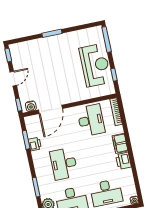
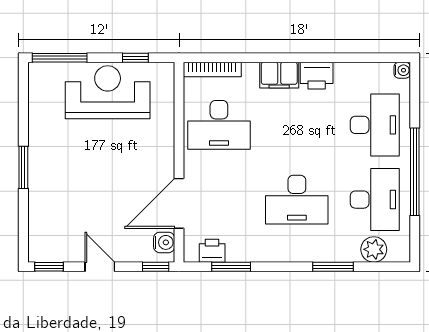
door: (50, 109) -> (179, 203), swing flipped
desk: (91, 120) -> (219, 125), turned 180
printer: (35, 144) -> (212, 251), moved

